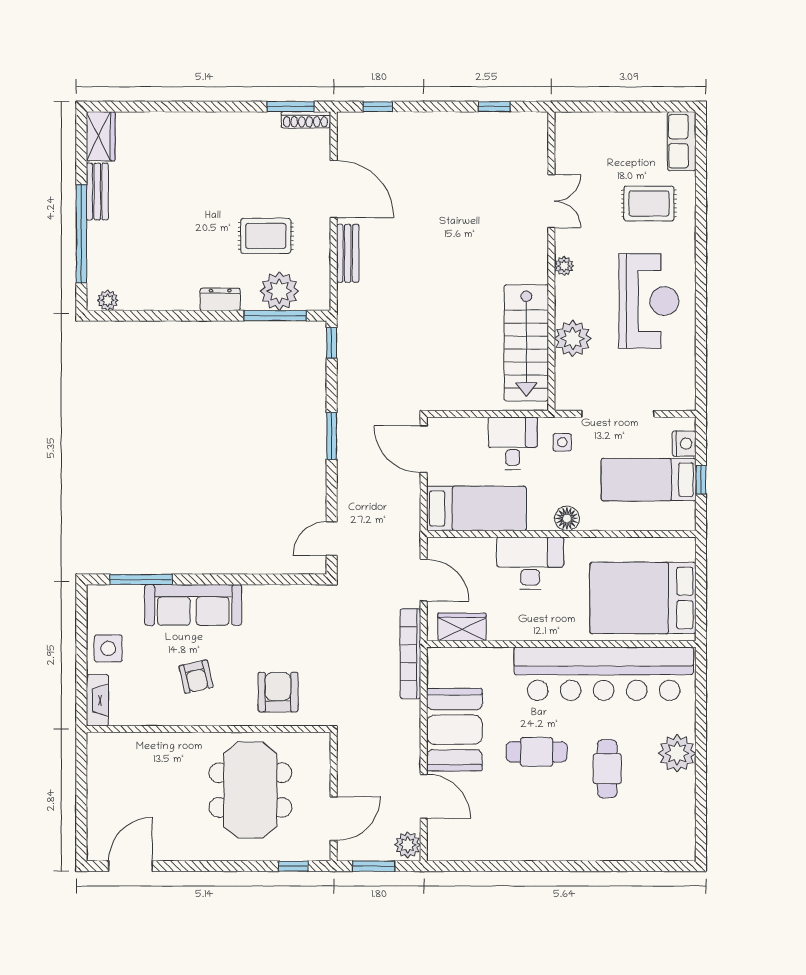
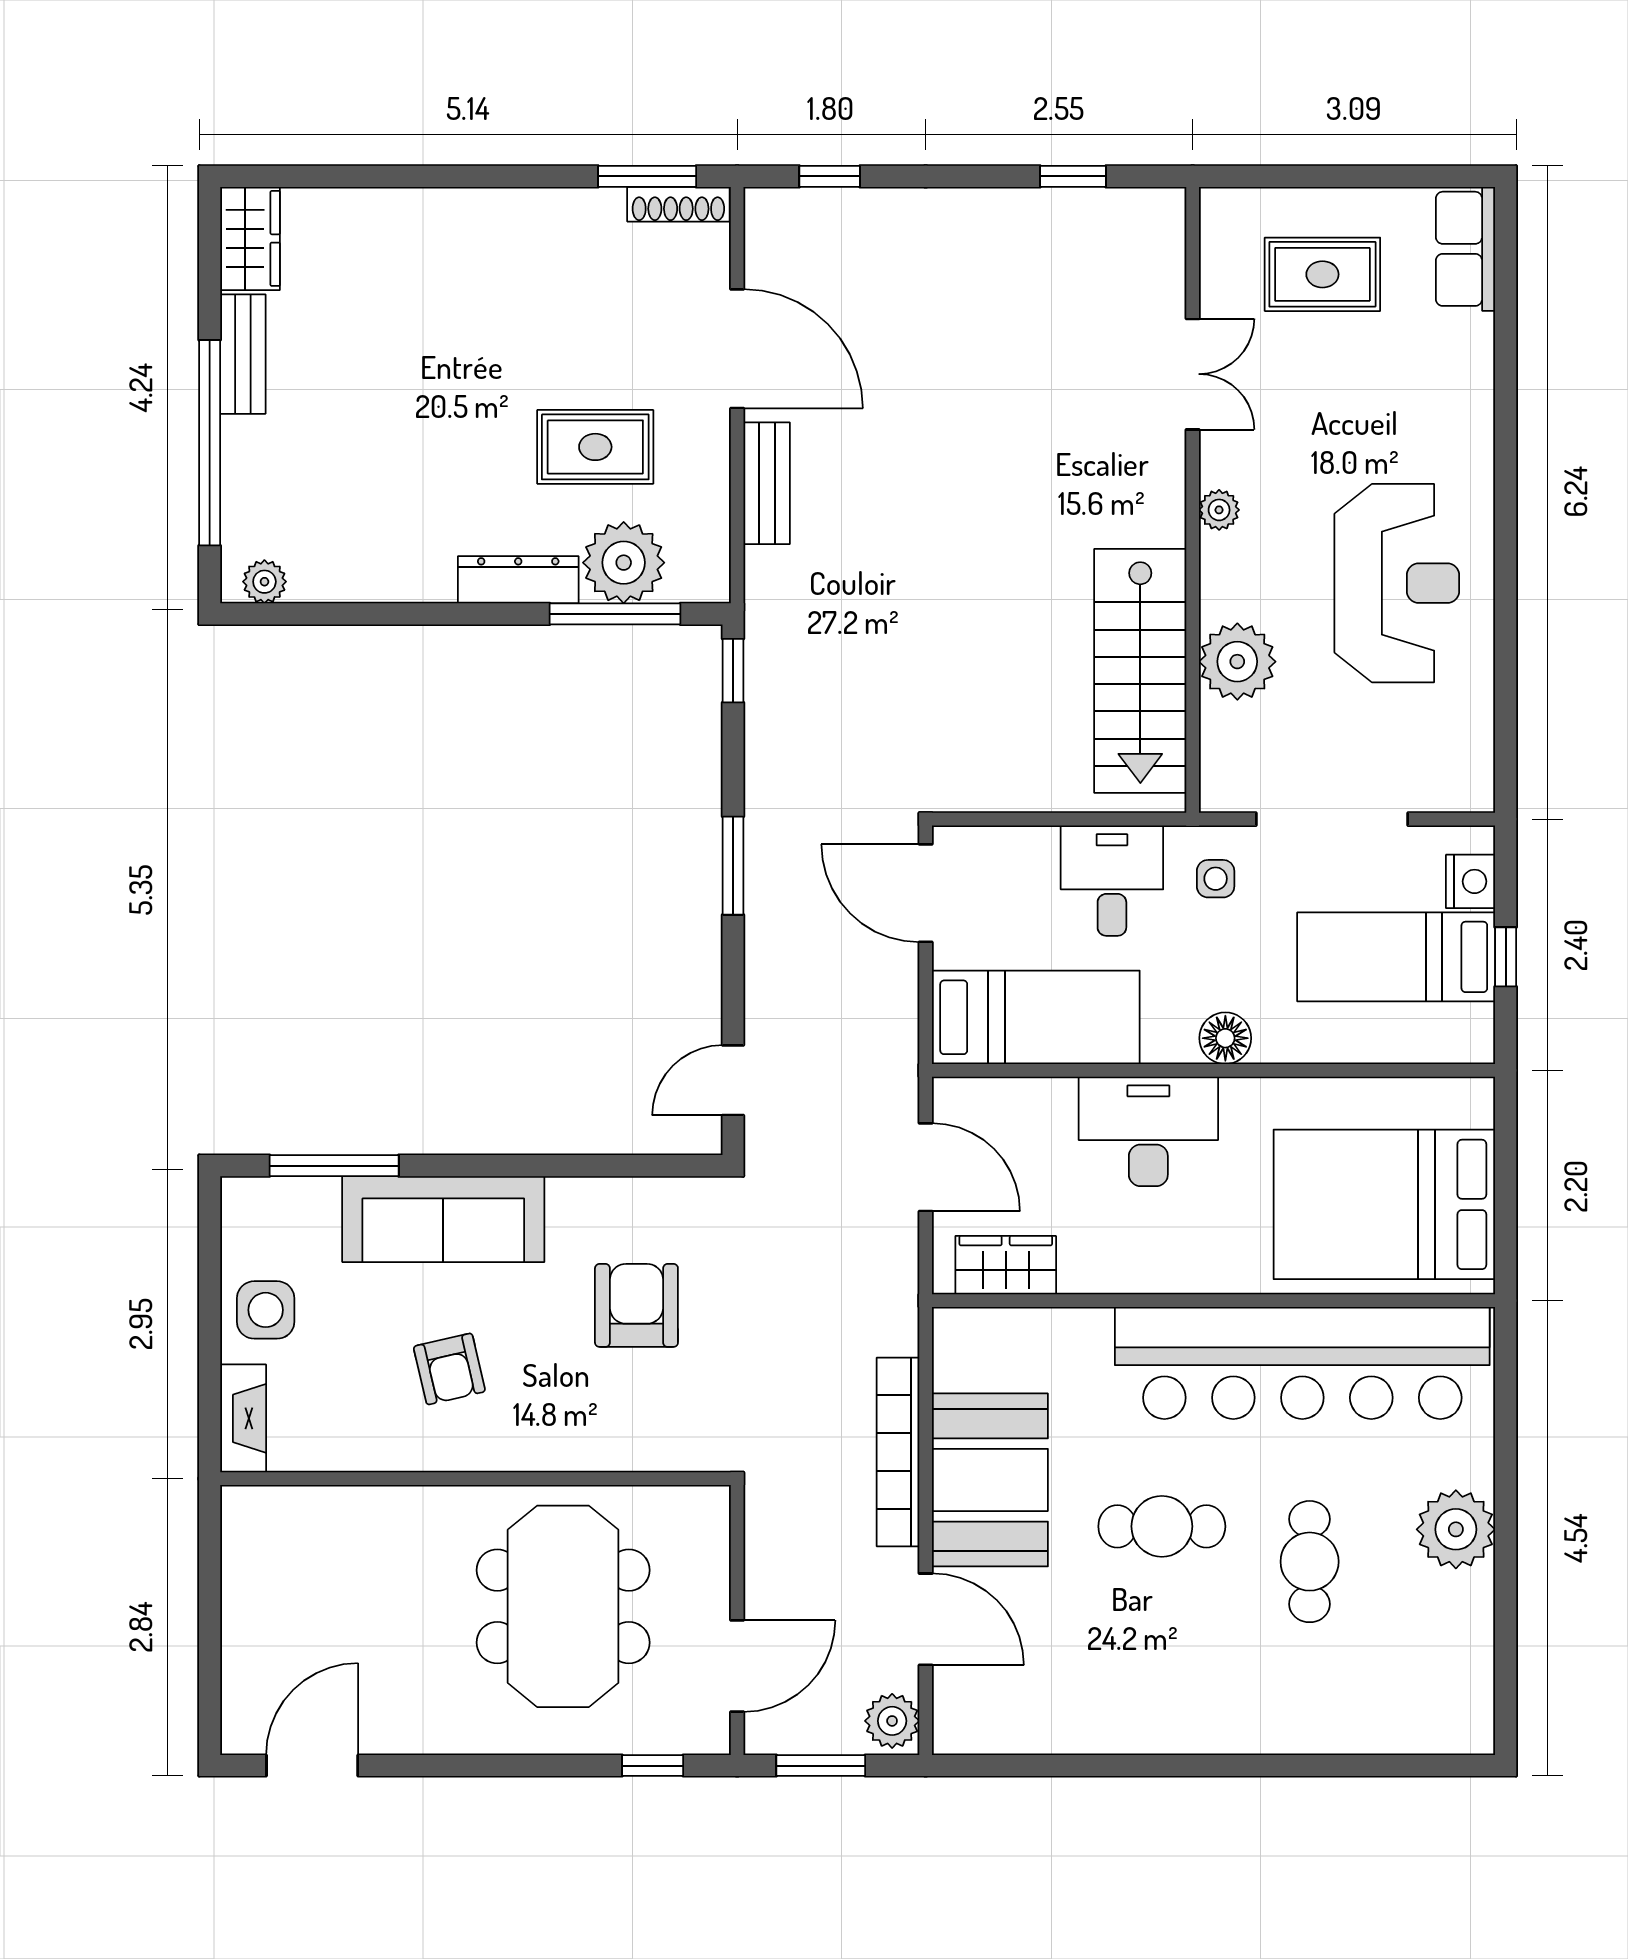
rug: (649, 204) -> (1322, 274), moved
dresser: (220, 299) -> (518, 580), width x1.44
bookcase: (410, 654) -> (898, 1452), moved
armchair: (278, 692) -> (636, 1305), moved

